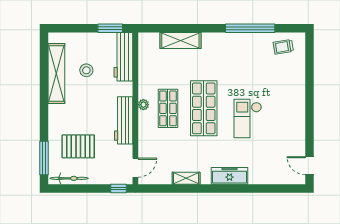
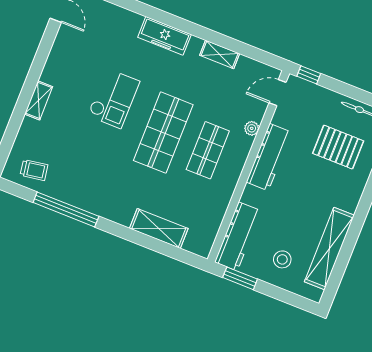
stool: (86, 70) -> (282, 259), moved
shelving: (299, 96) -> (39, 100), added
plant: (143, 105) -> (252, 128), moved

